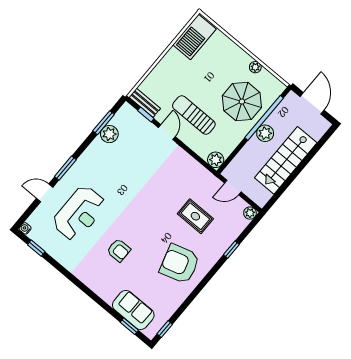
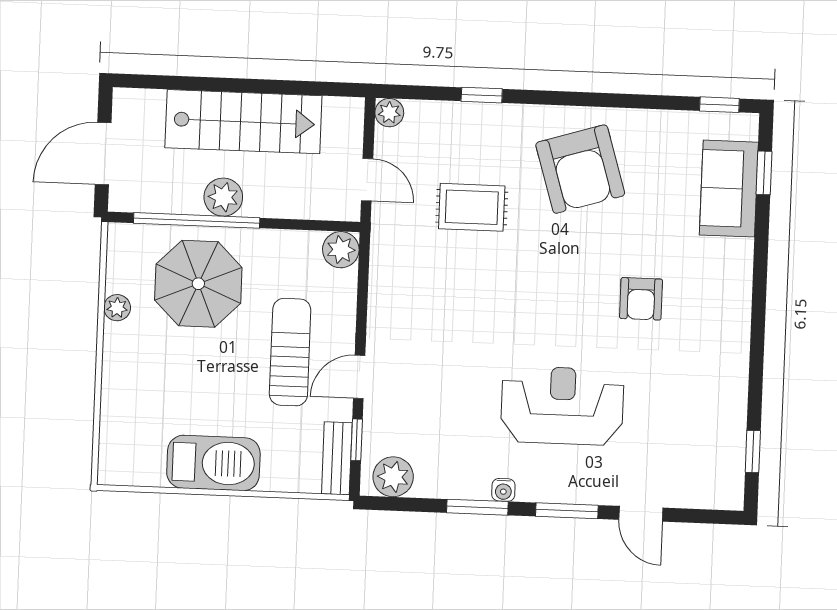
barbecue: (195, 37) -> (213, 463), moved
sun lounger: (194, 115) -> (290, 352), turned 180
window: (104, 123) -> (477, 507), moved
plant: (109, 134) -> (393, 477), moved
reception desk: (79, 213) -> (562, 406), moved
rug: (195, 216) -> (472, 207), turned 90
water cooler: (25, 228) -> (503, 490), moved
armchair: (119, 250) -> (641, 299), turned 180

